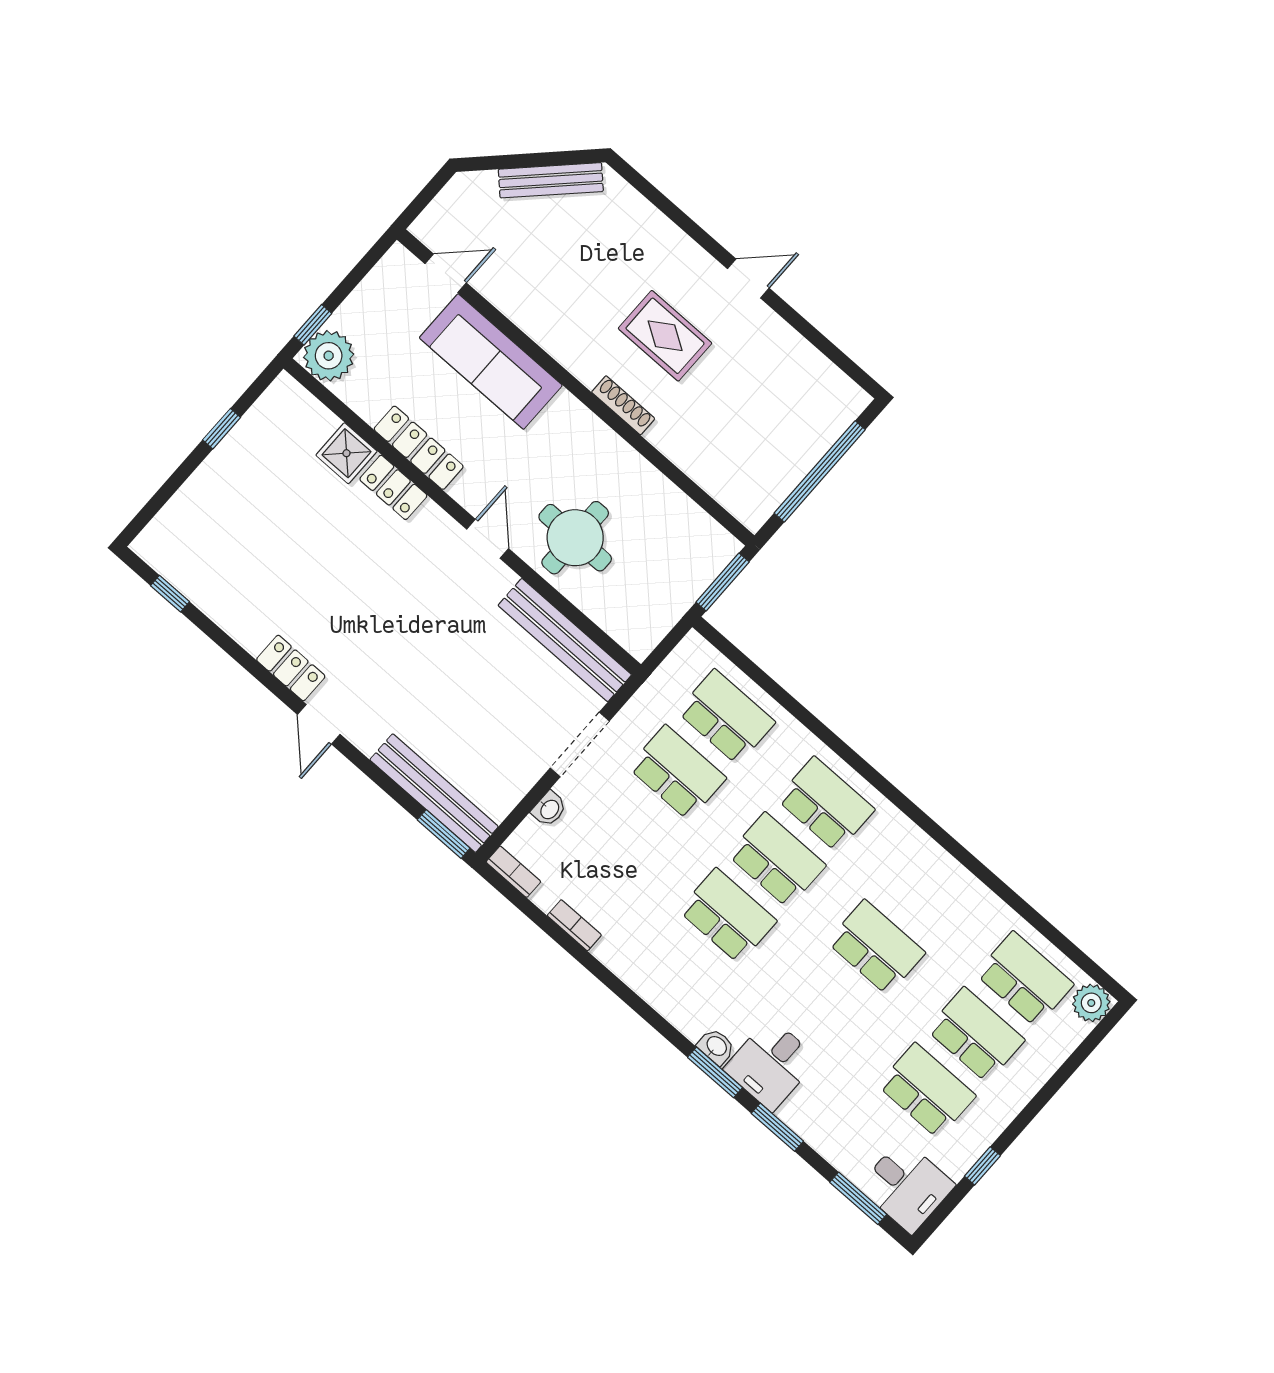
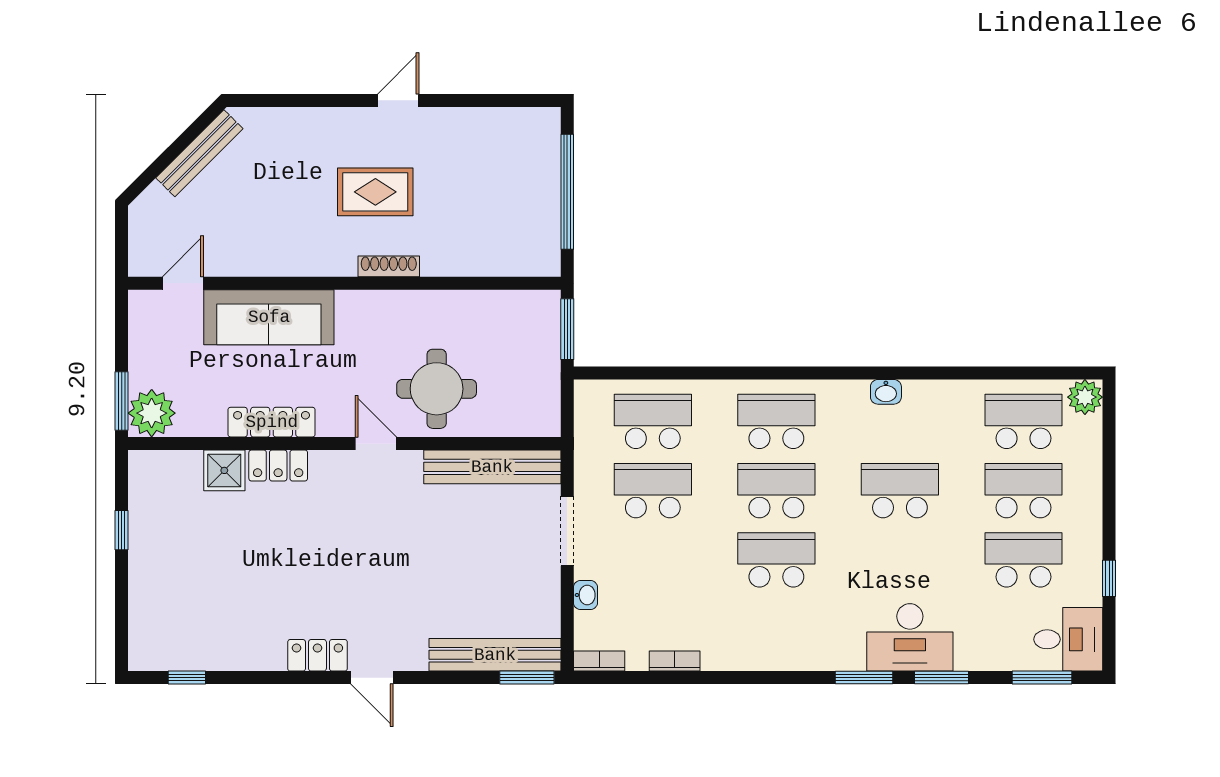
window: (313, 325) -> (122, 401), width x1.50
washbasin: (716, 1047) -> (886, 392), moved, turned 180
desk: (771, 1064) -> (910, 637), width x1.37

